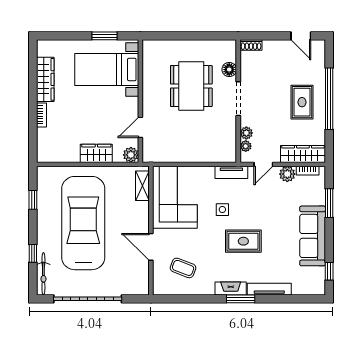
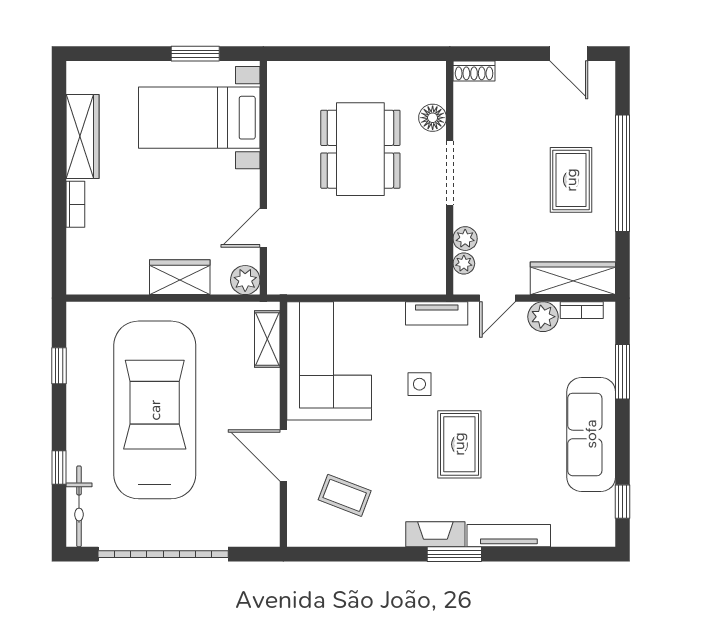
rug: (243, 241) -> (459, 444), turned 90

